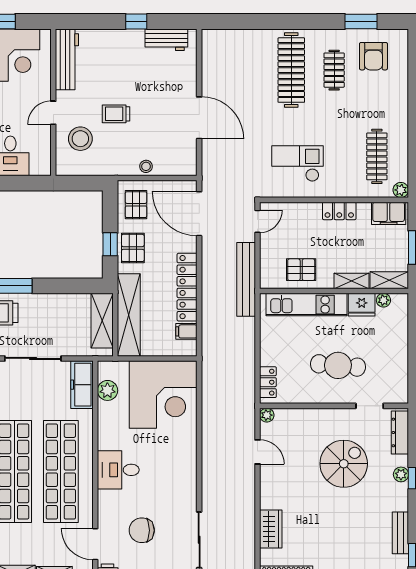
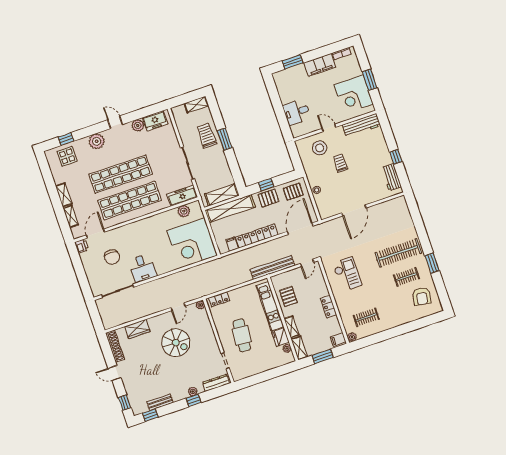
window: (361, 22) -> (432, 263), moved
armchair: (373, 56) -> (422, 296), turned -81
clothes rail: (377, 156) -> (366, 317), width x0.73
filing cabinet: (389, 213) -> (338, 339), width x0.50
door: (257, 221) -> (307, 263), hinge flipped
spiral stairs: (344, 464) -> (176, 343), moved
desk: (118, 470) -> (142, 268), moved, turned 180
chair: (142, 530) -> (112, 257), turned 180

